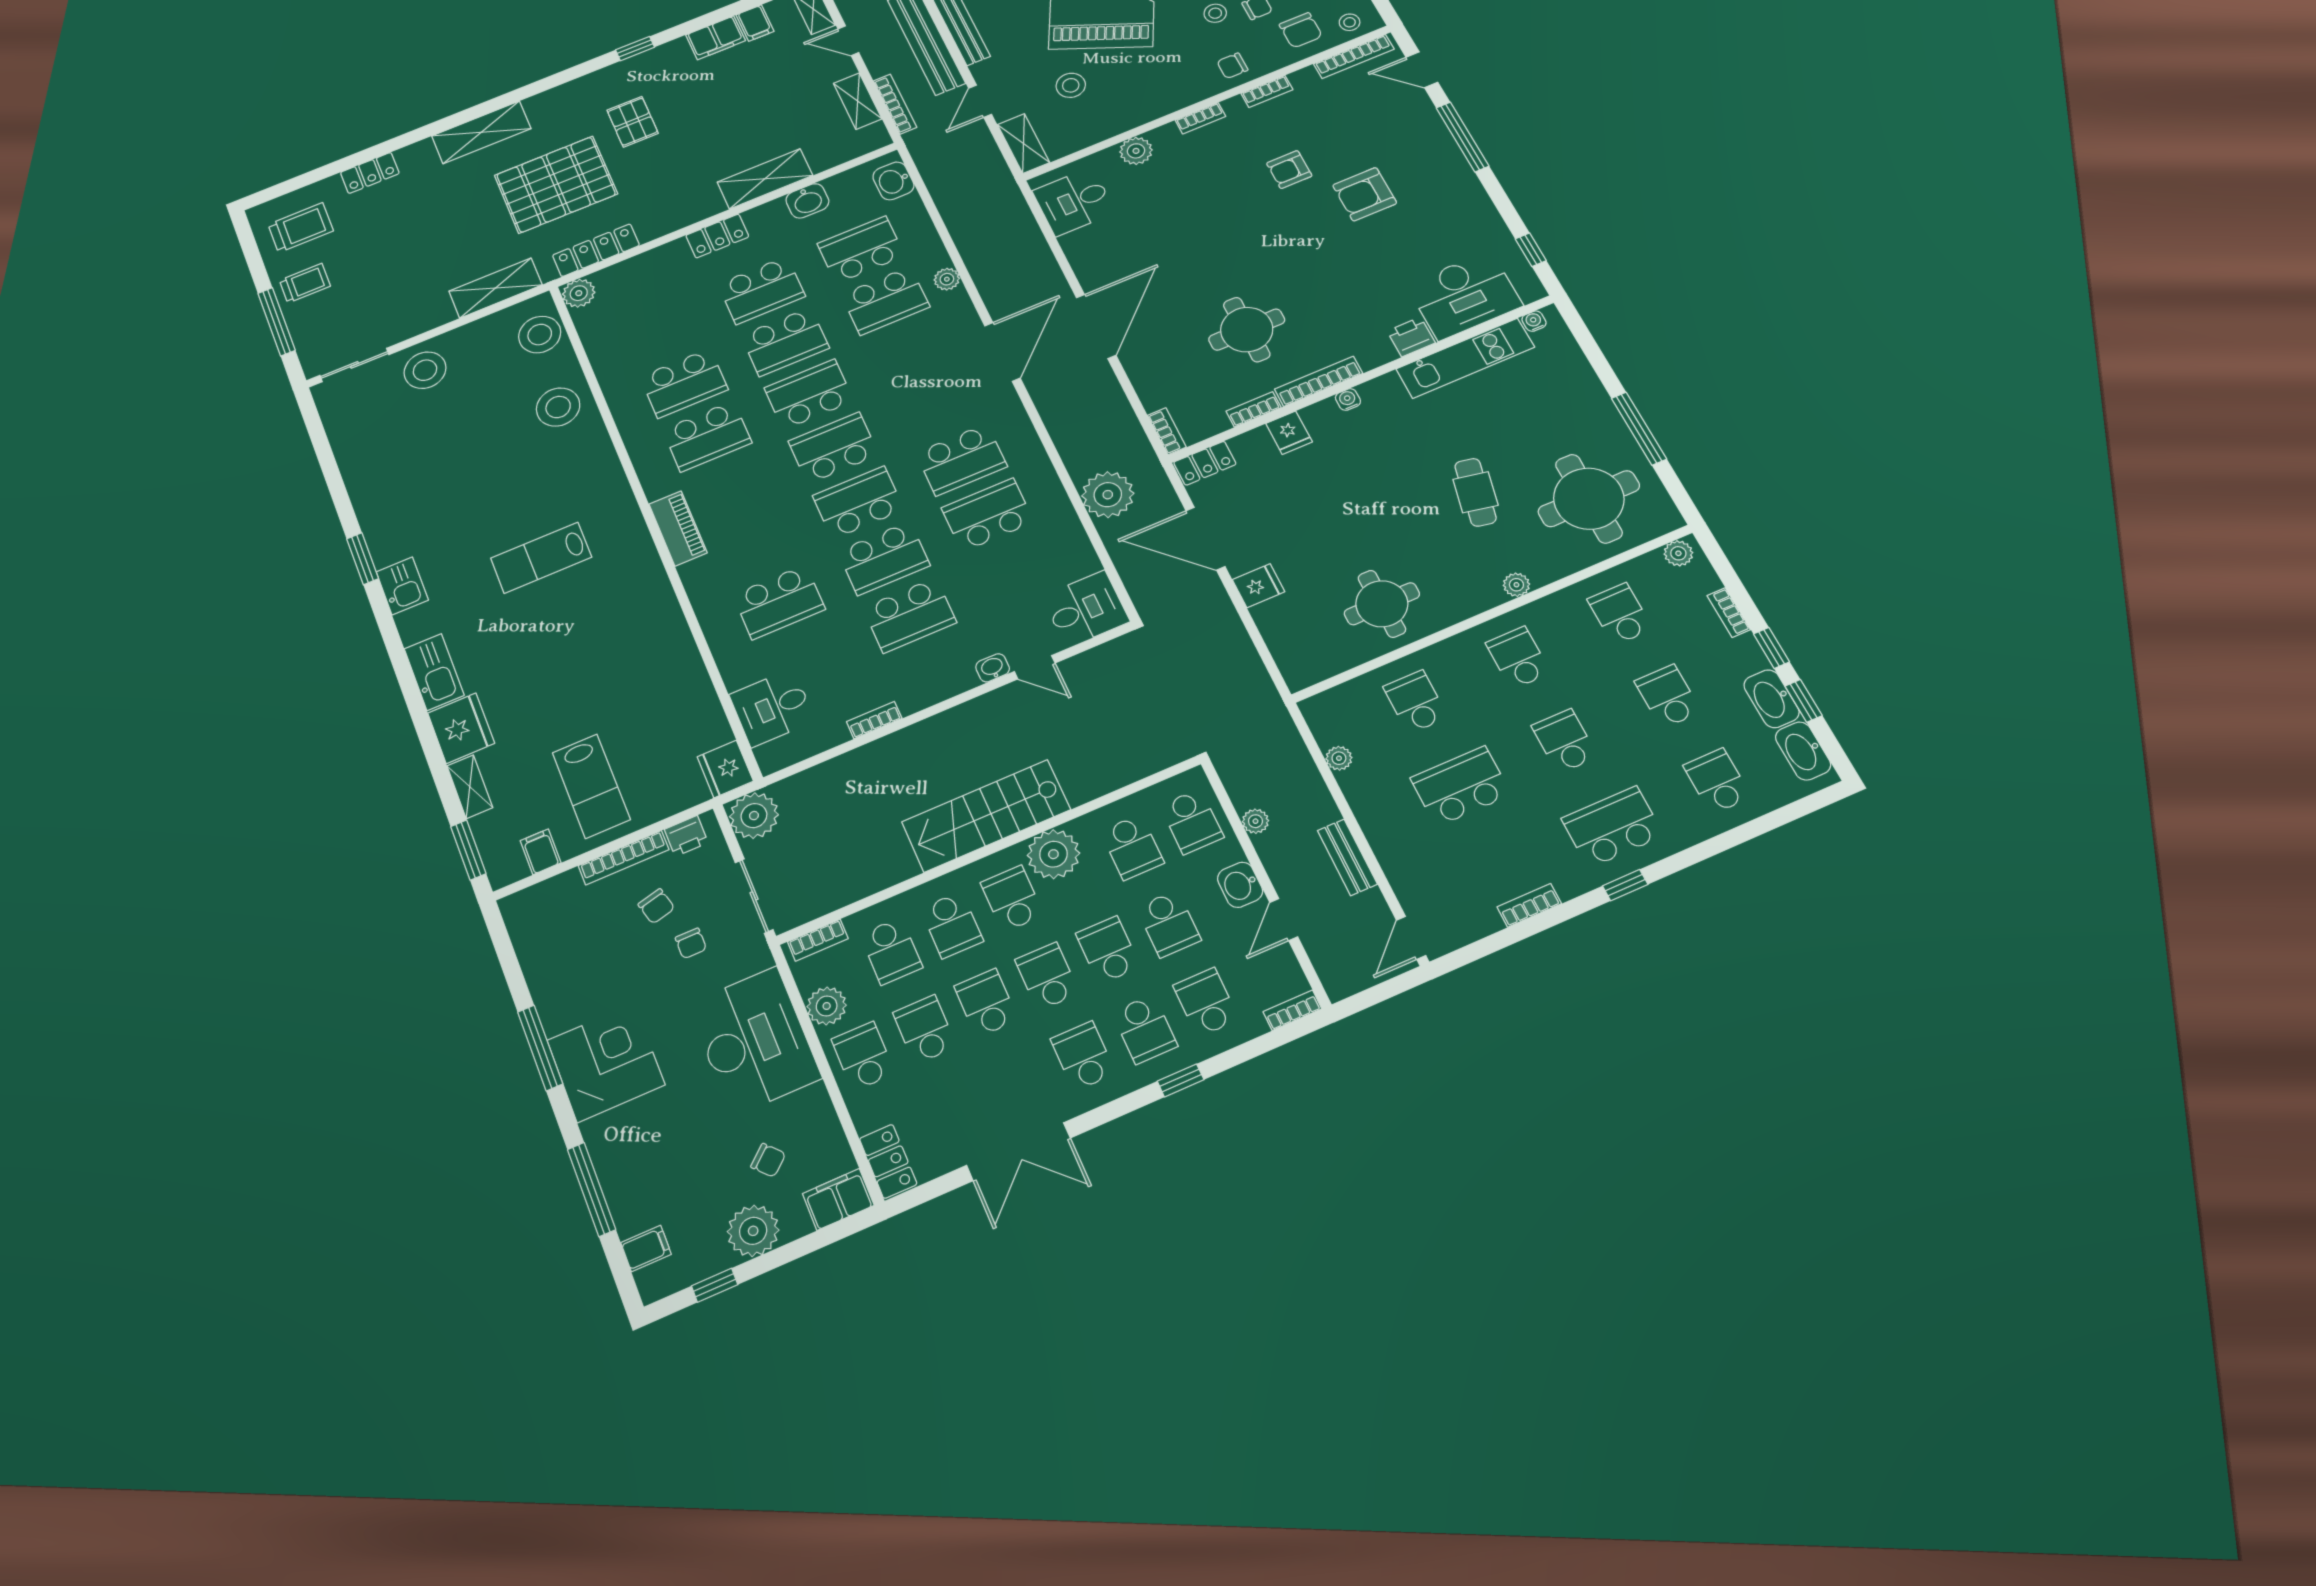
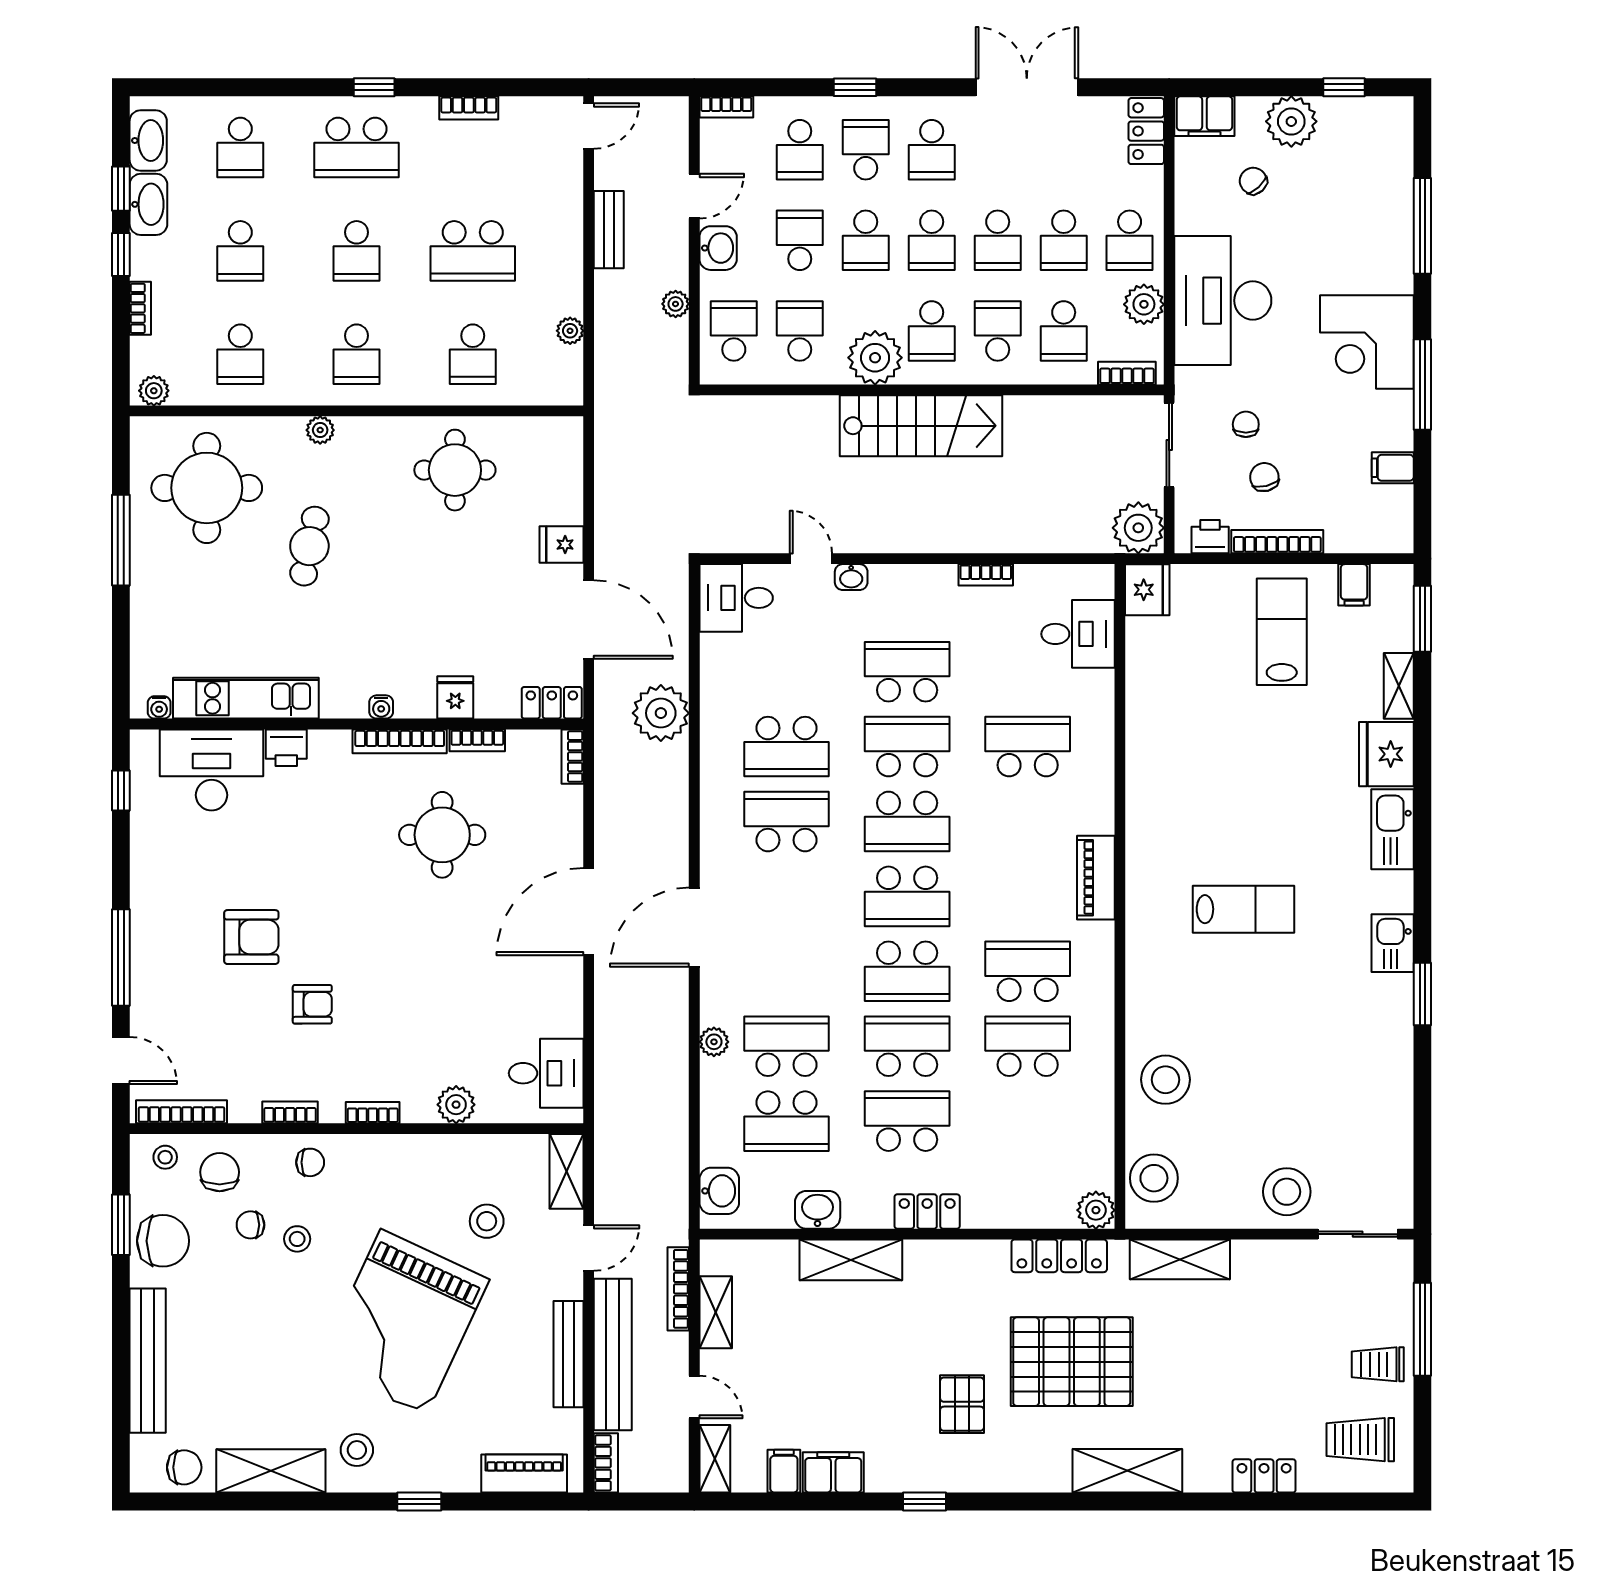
school desk: (891, 951) -> (1064, 331), turned 180
filing cabinet: (646, 1248) -> (1393, 468), moved

